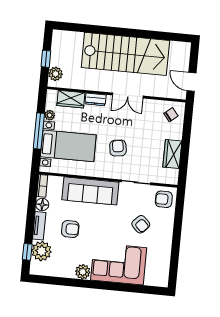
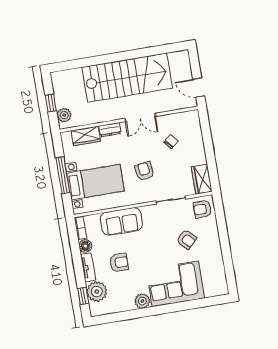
plant: (50, 115) -> (69, 157), removed
chair: (171, 115) -> (171, 142), moved
wardrobe: (172, 154) -> (202, 179), moved
sofa: (90, 191) -> (121, 221), width x0.73

